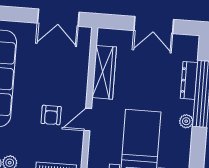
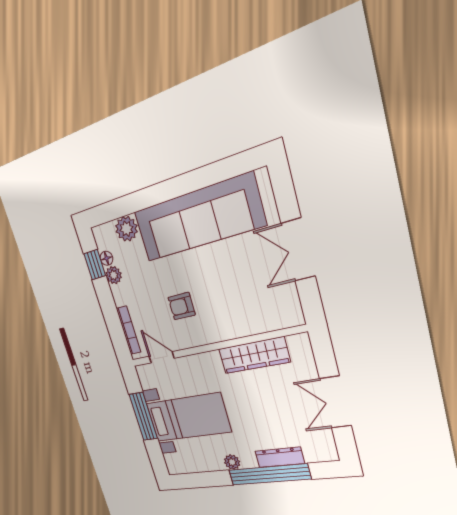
double door: (58, 18) -> (298, 250), moved
door: (88, 120) -> (162, 357), moved

